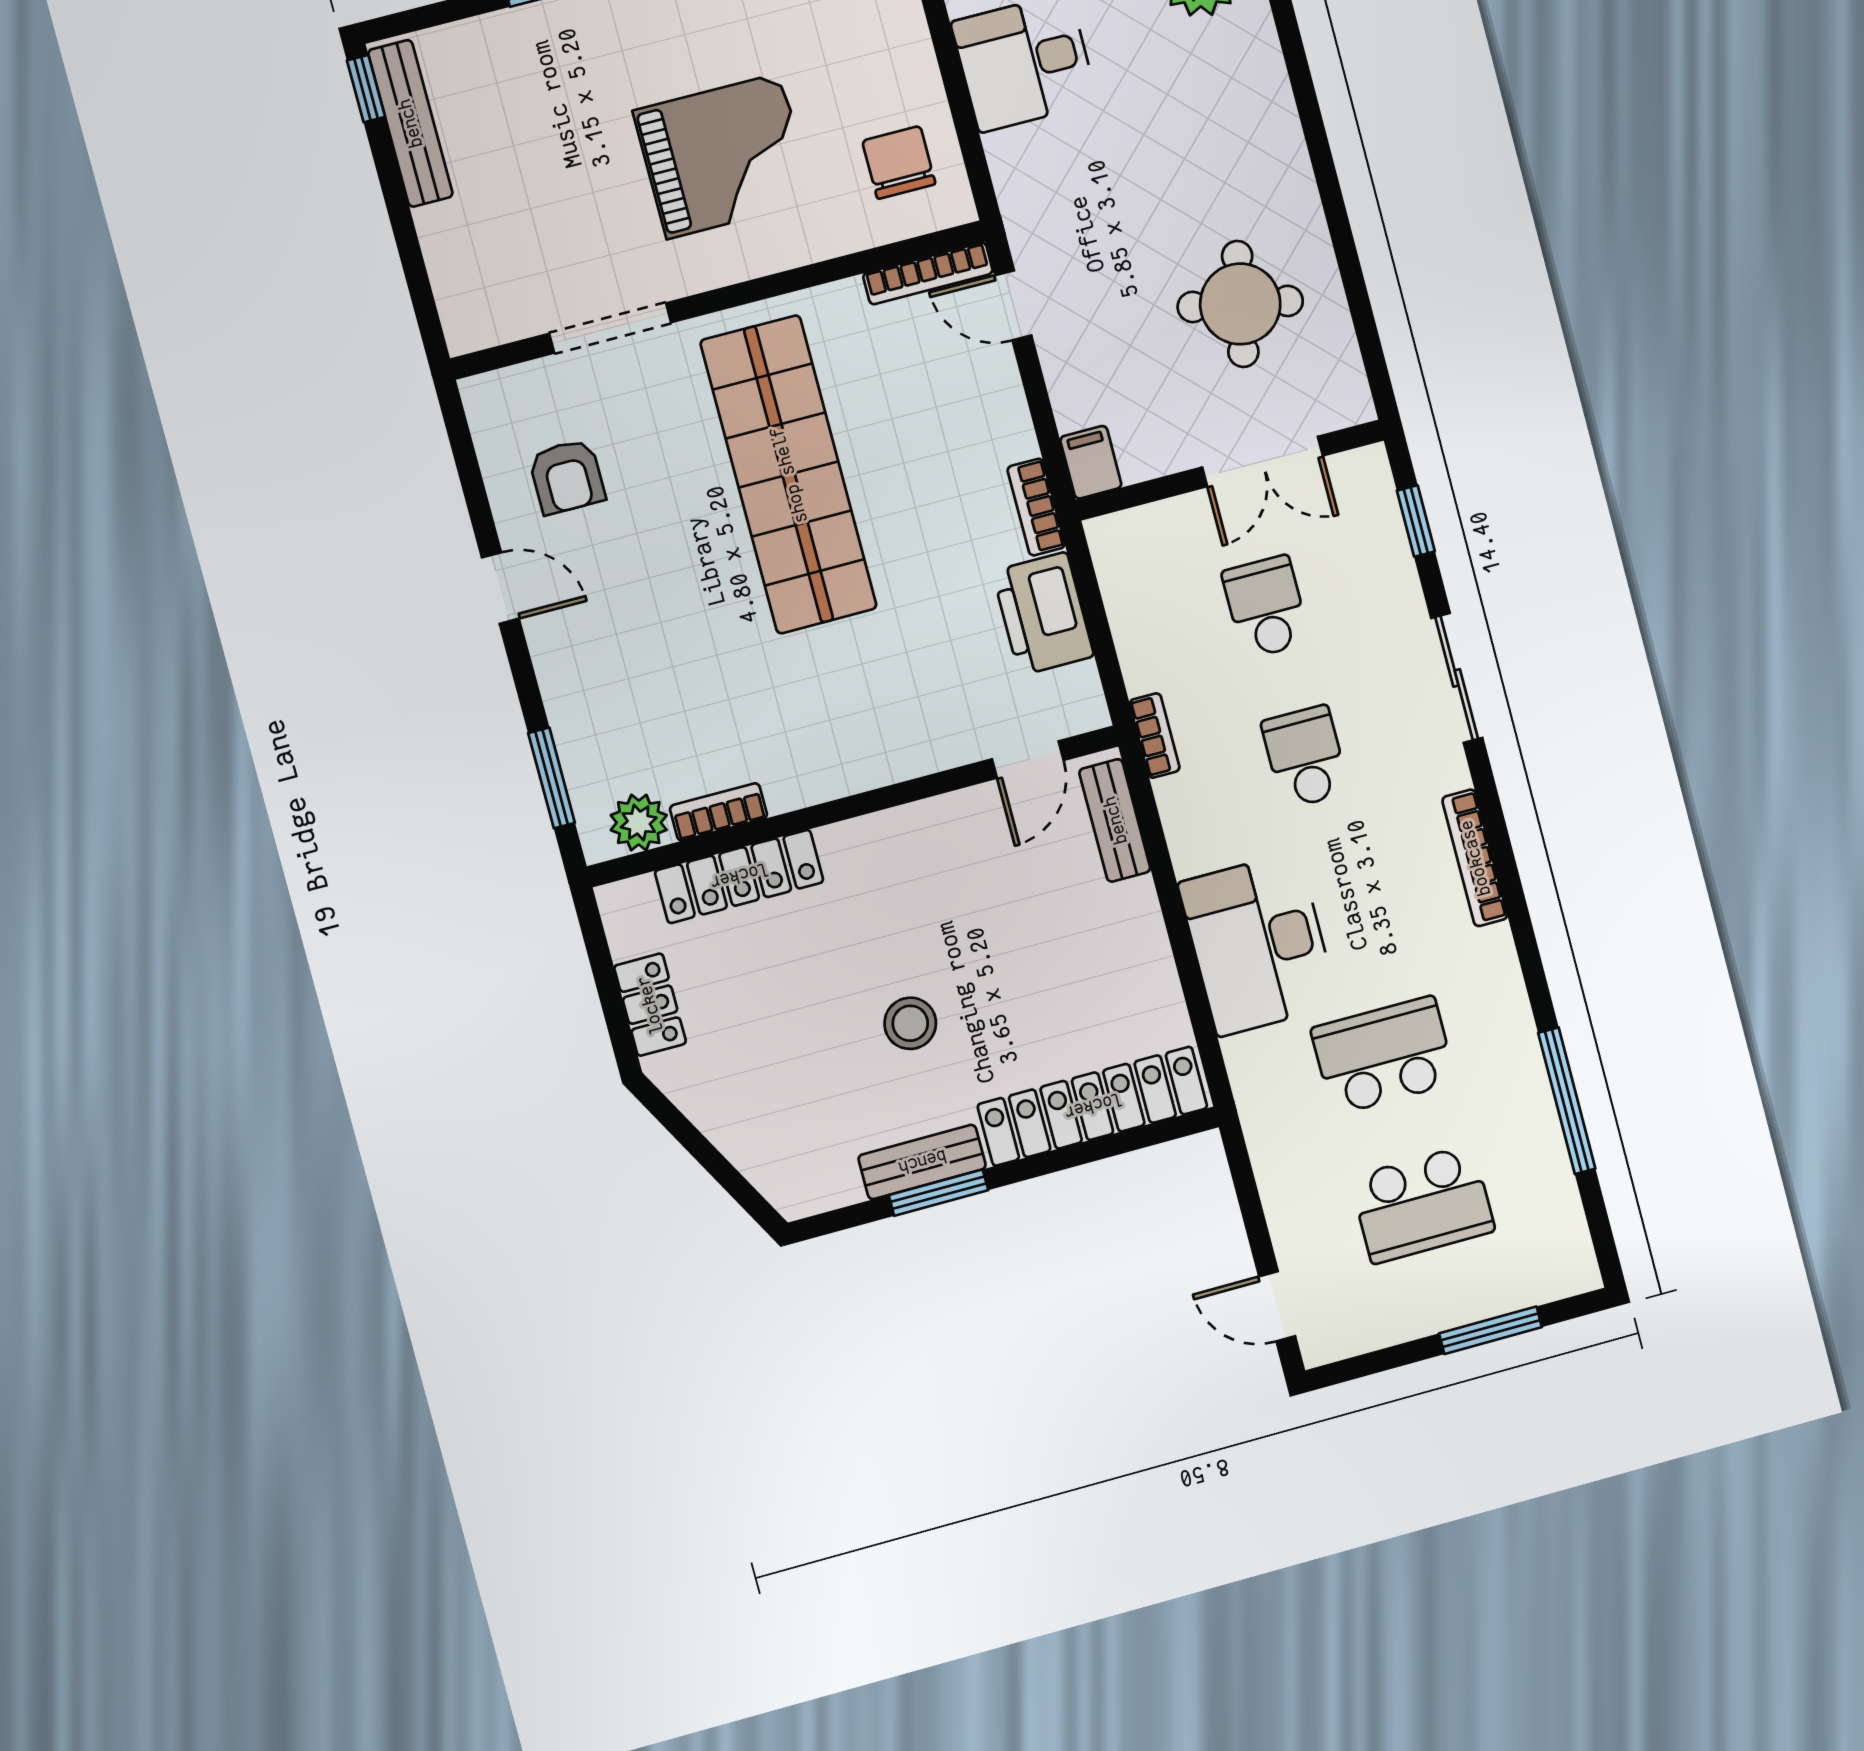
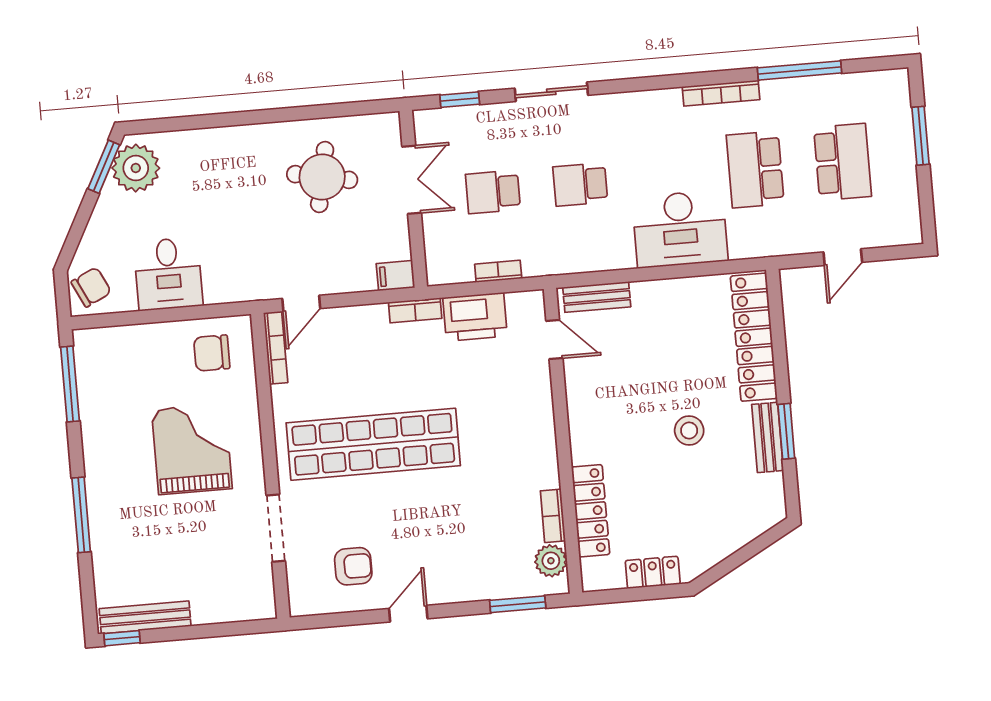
bookcase: (1155, 736) -> (498, 271), moved
bookcase: (1475, 858) -> (721, 93), moved
door: (1277, 1306) -> (843, 257), moved

